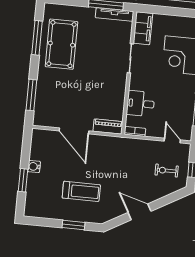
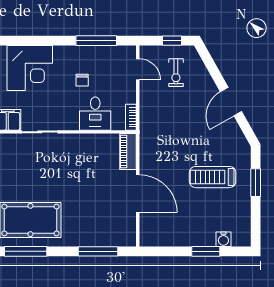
chair: (168, 96) -> (82, 80), added
door: (74, 131) -> (138, 194), hinge flipped
door: (172, 141) -> (138, 69), swing flipped
water cooler: (34, 166) -> (223, 239), moved
treadmill: (81, 191) -> (213, 177), turned -90

